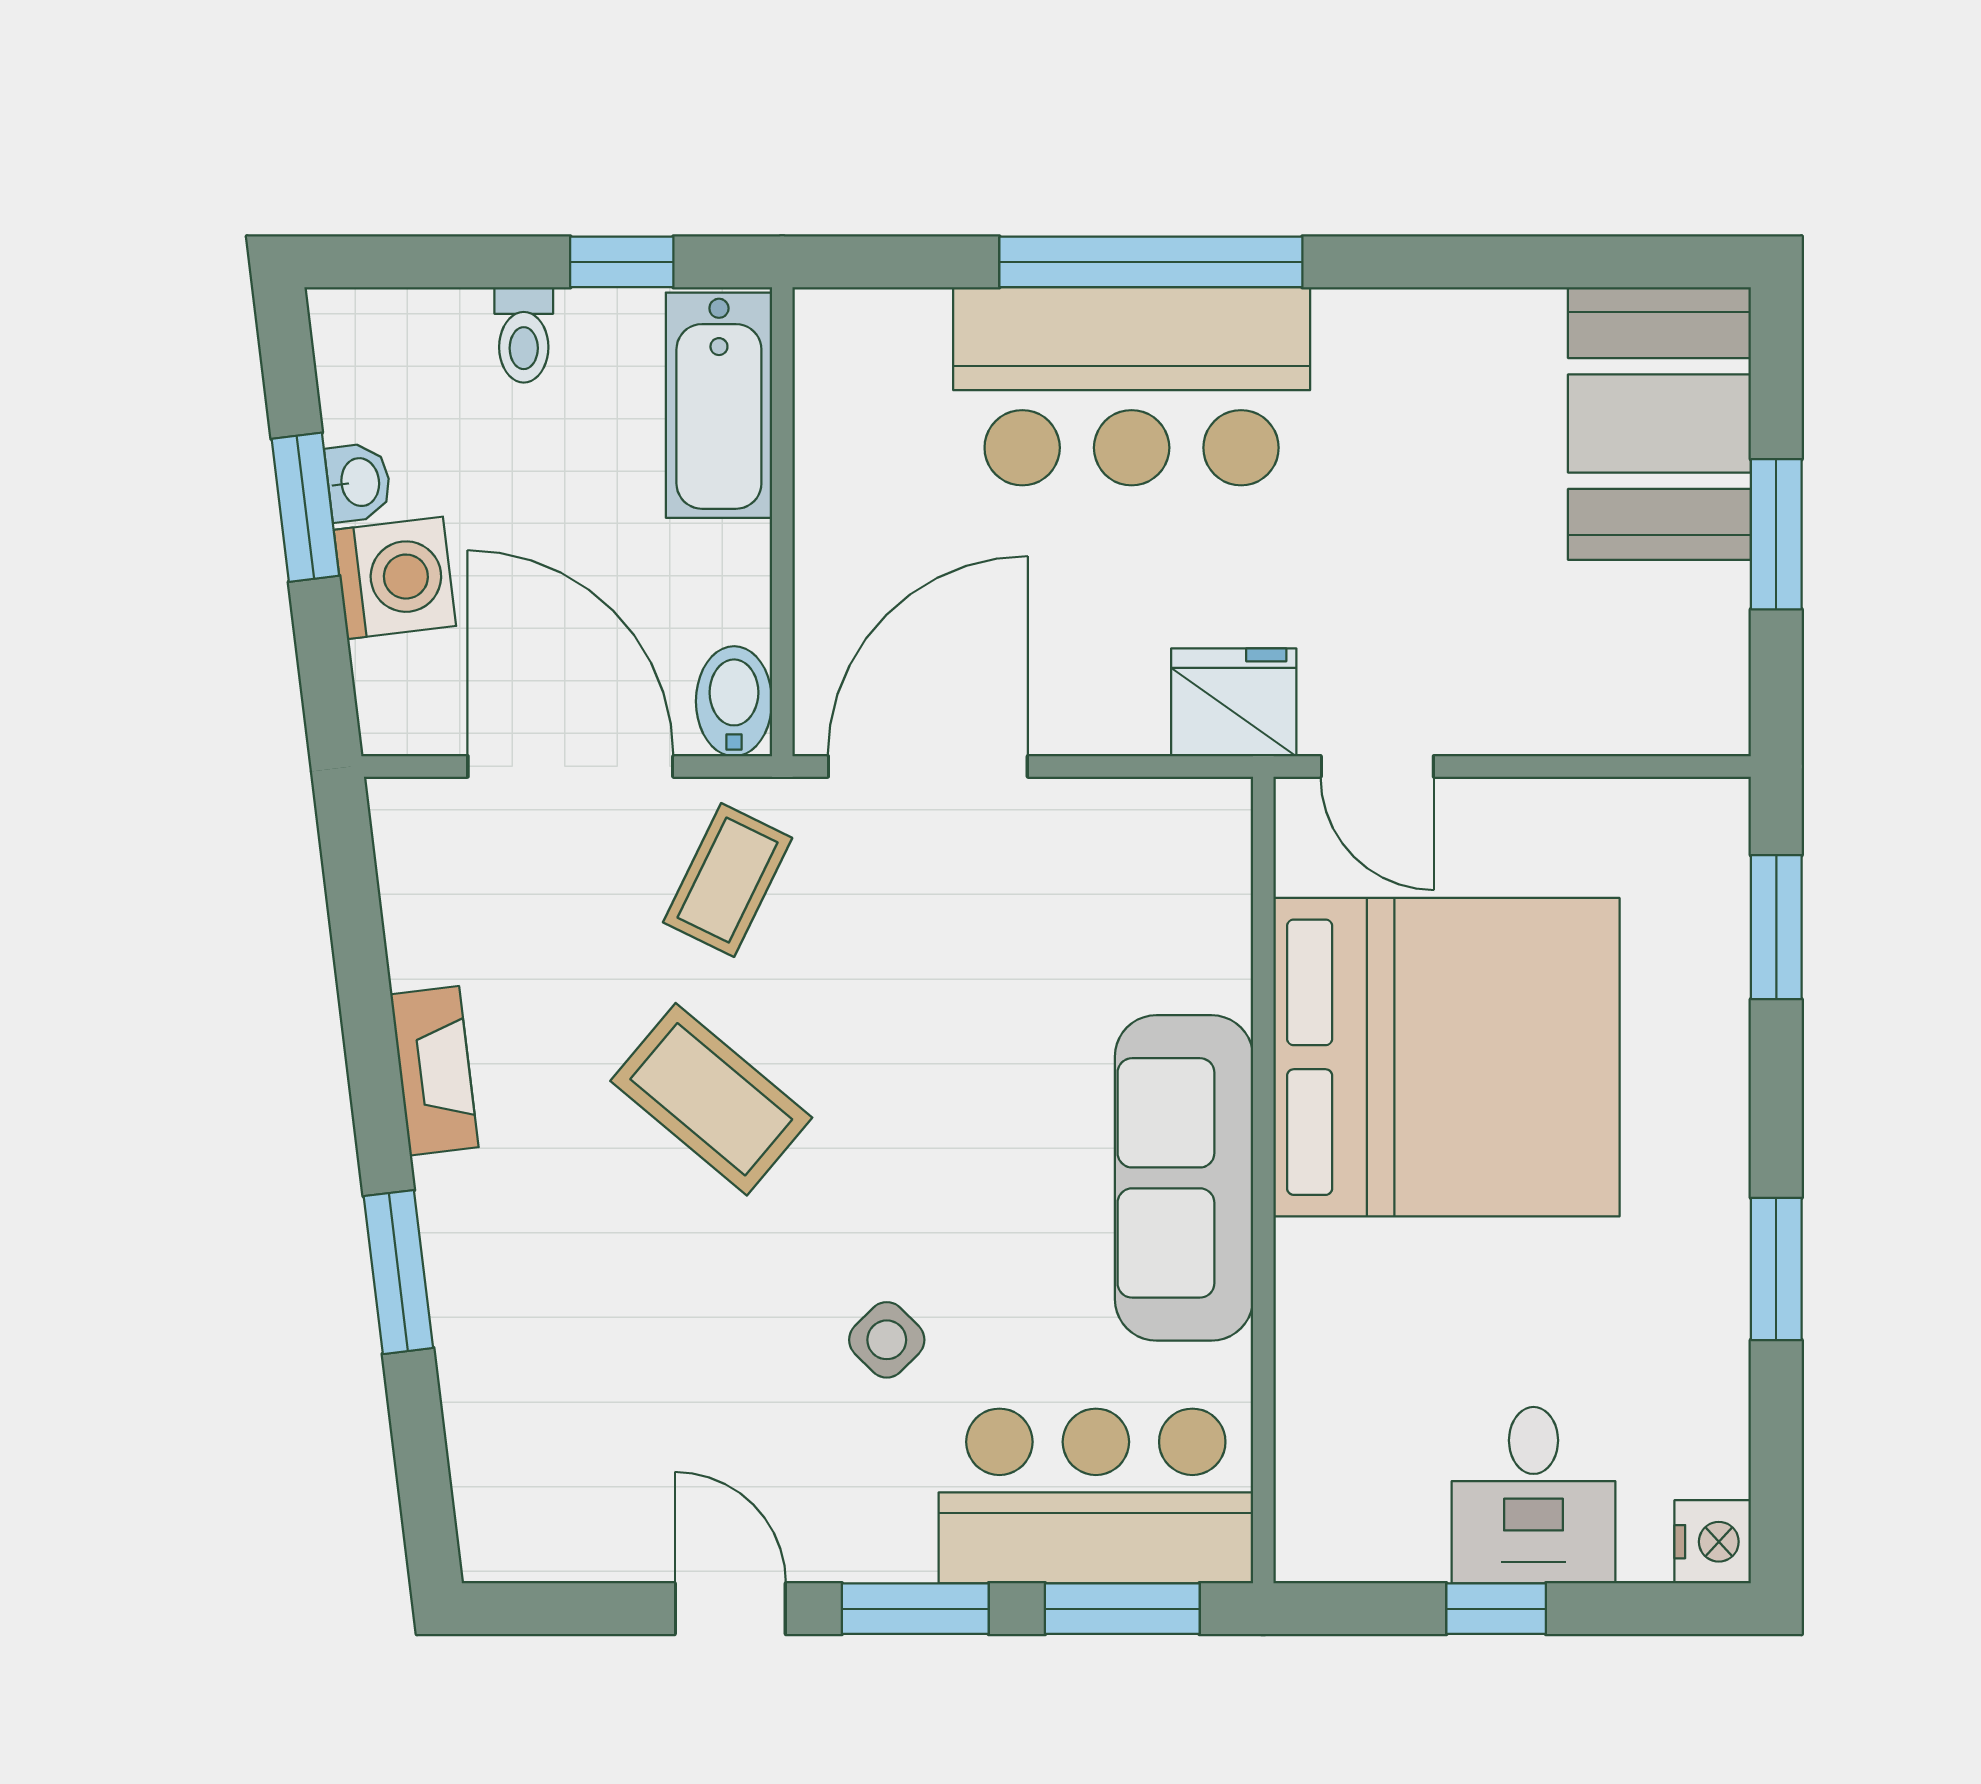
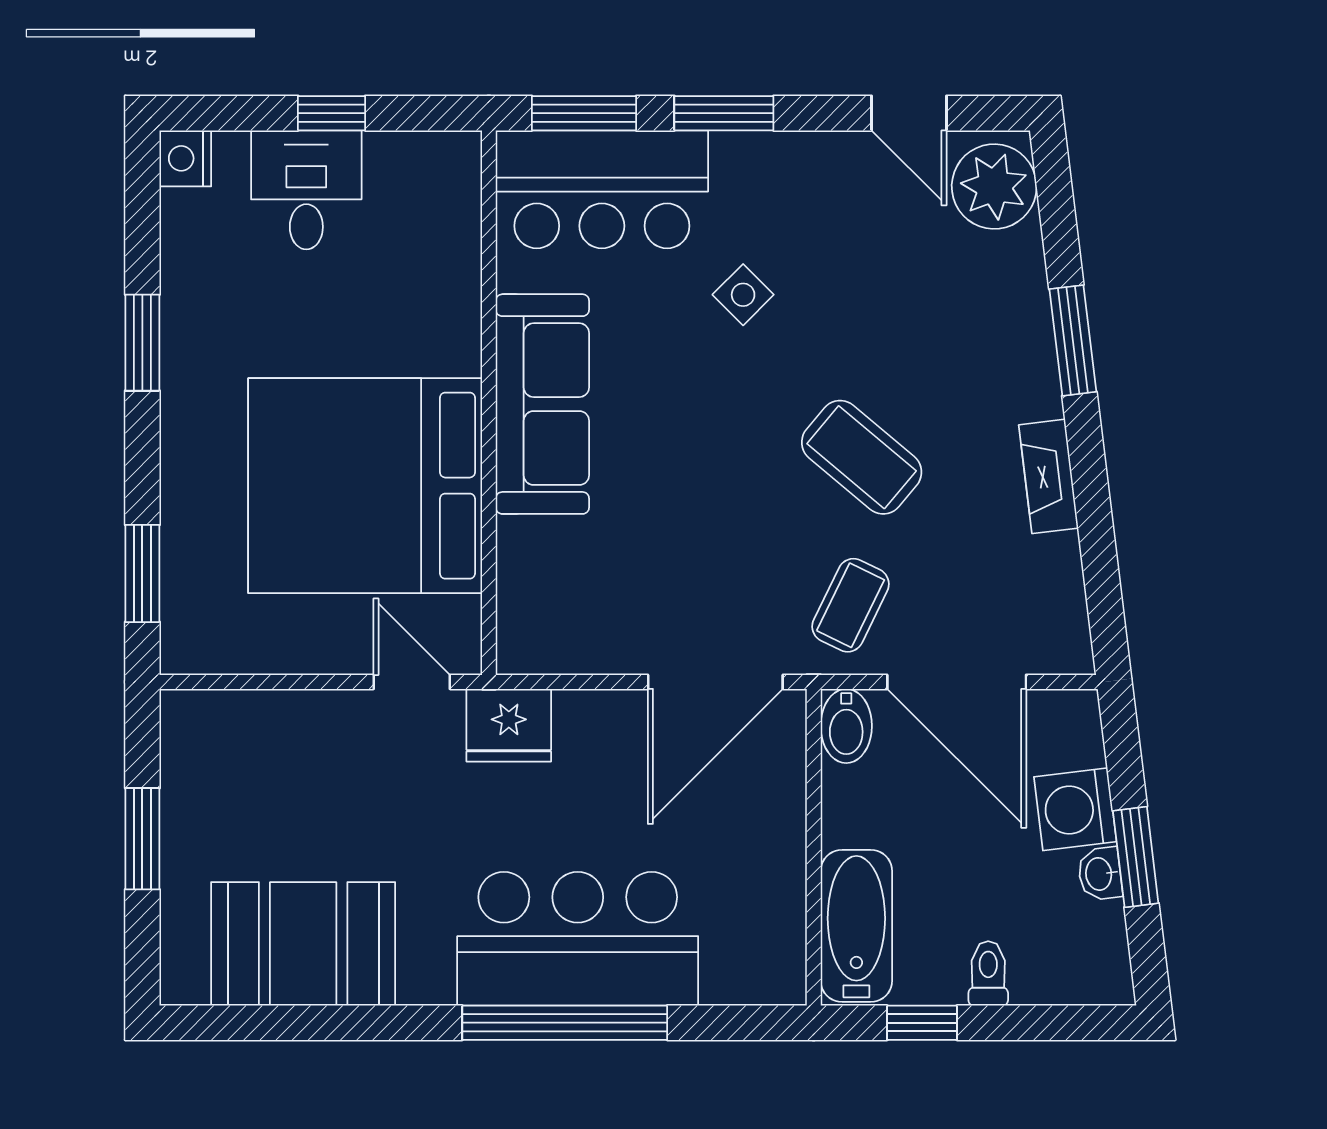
booth: (1659, 423) -> (303, 944), moved, turned 90
plant: (515, 1500) -> (994, 187), added
door: (730, 1609) -> (909, 113), moved

